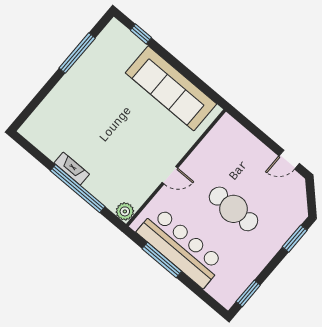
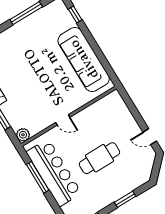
cafe table: (233, 209) -> (99, 158), turned 90
window: (295, 239) -> (125, 199), moved

